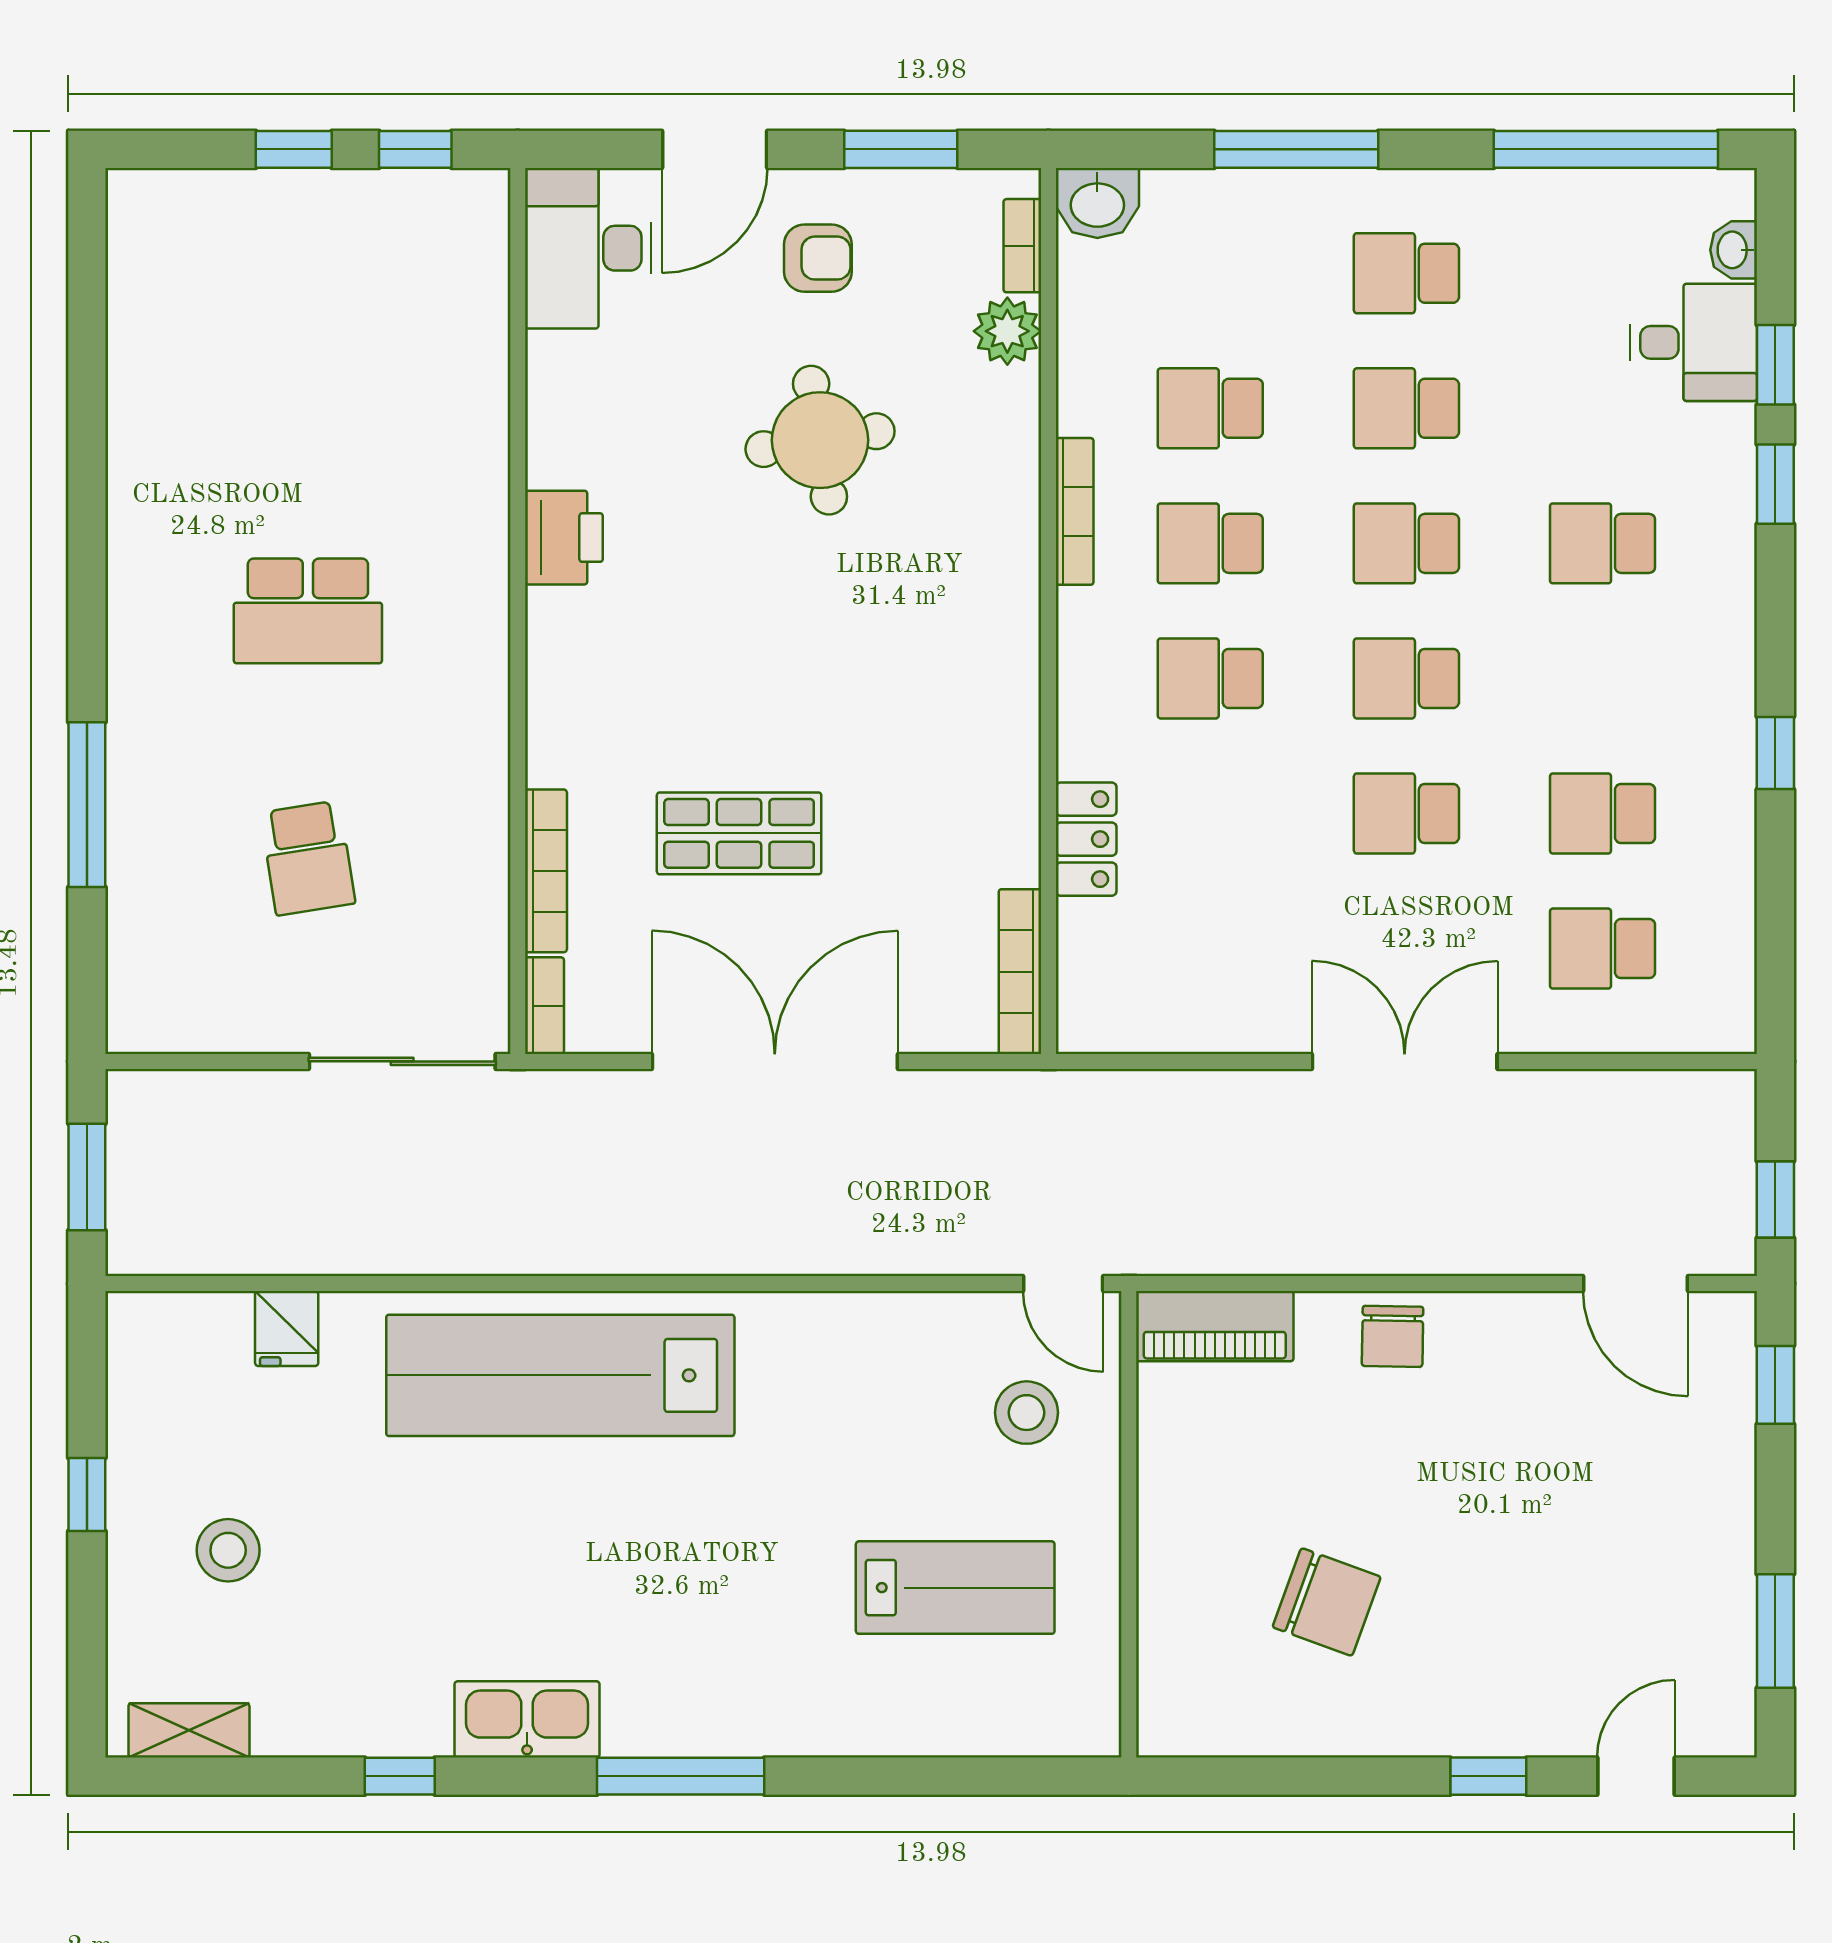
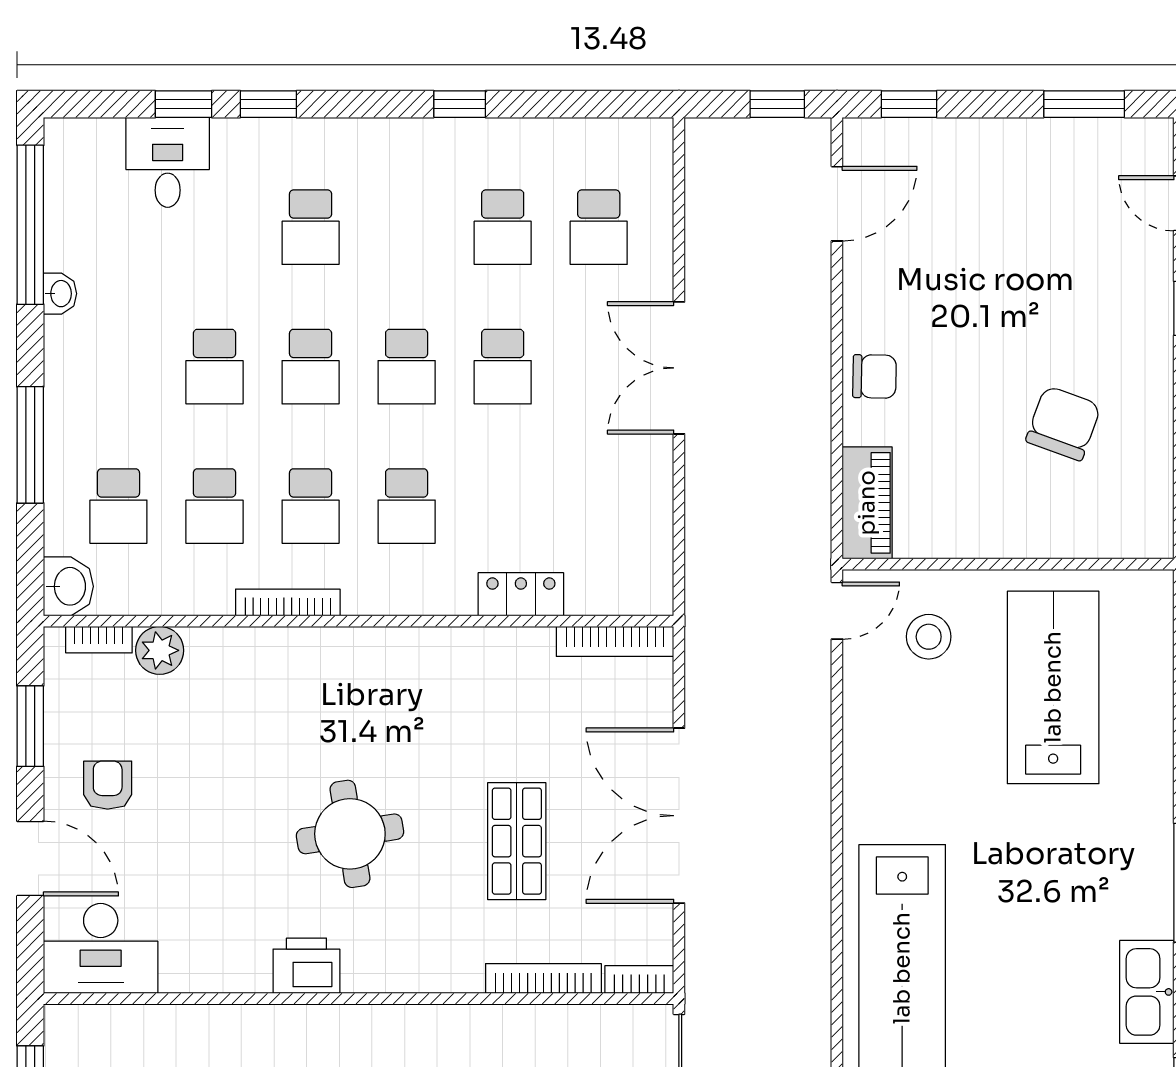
washbasin: (1734, 250) -> (60, 294), moved, turned -90
school desk: (1406, 273) -> (118, 506), moved
round table: (820, 440) -> (350, 834), moved
lab bench: (955, 1588) -> (1053, 687), width x1.36, depth x1.39

